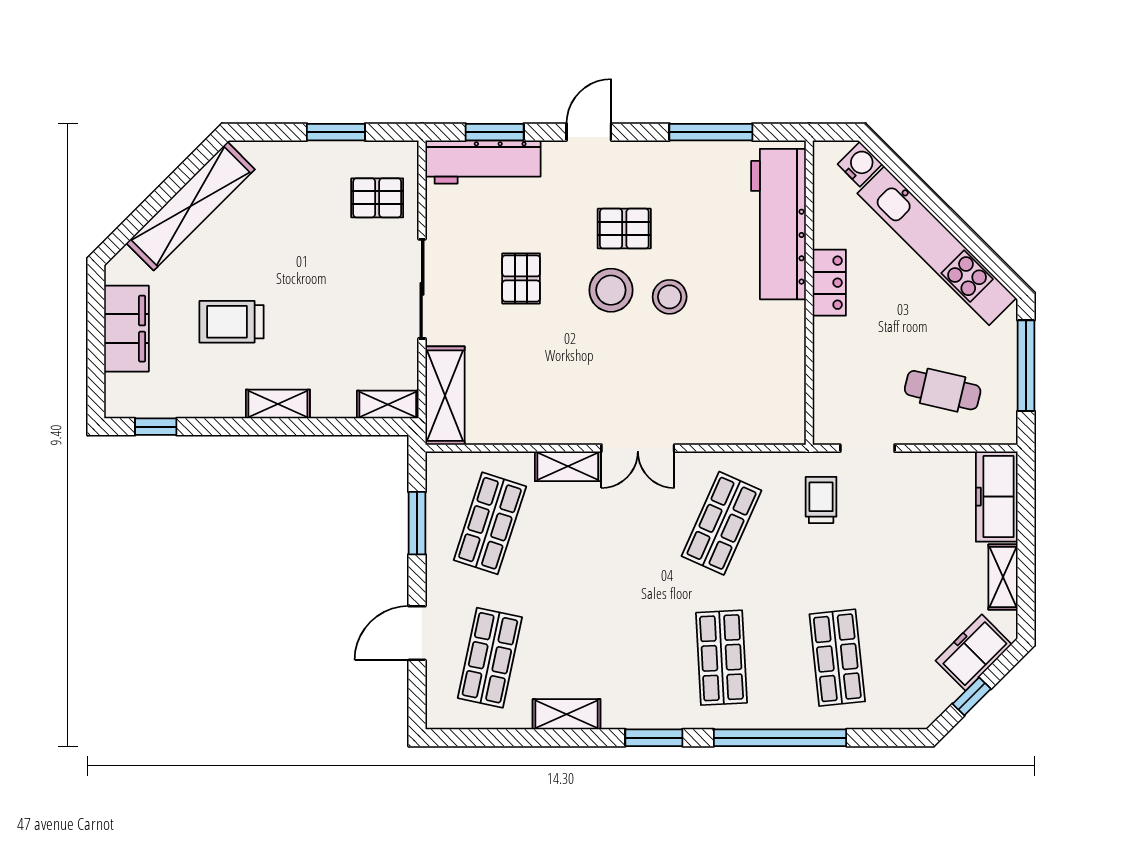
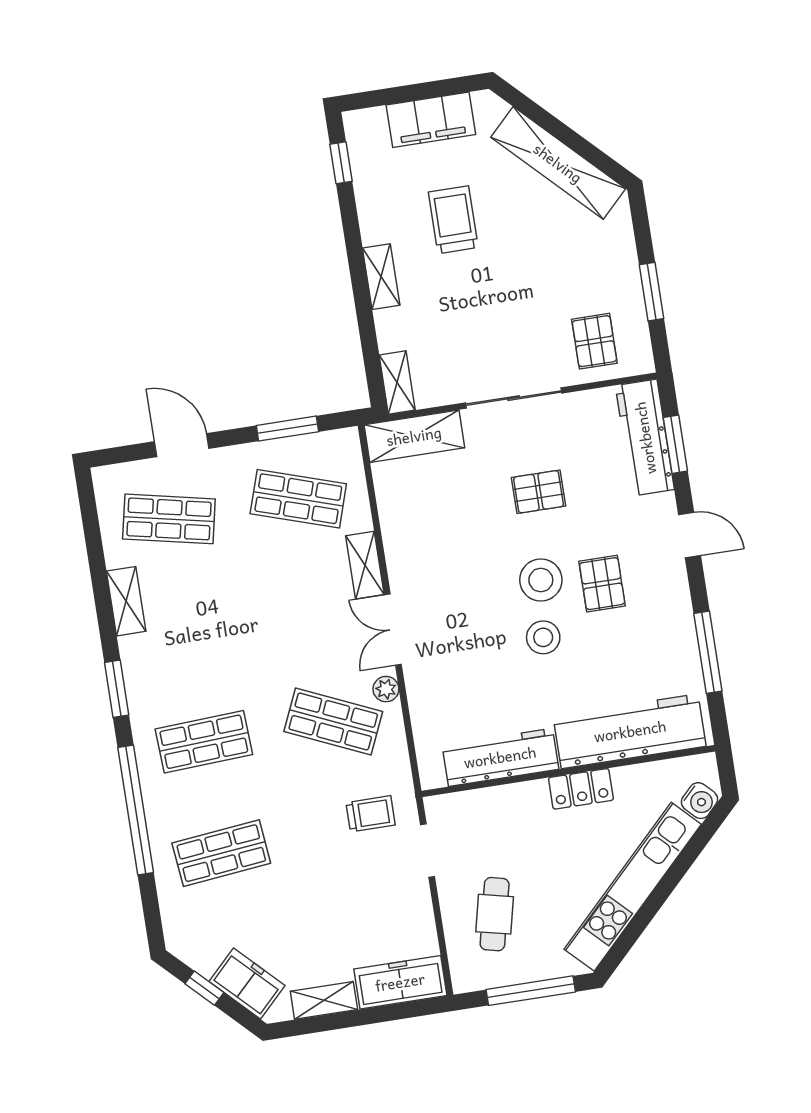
workbench: (784, 359) -> (500, 757), added
plant: (697, 465) -> (386, 689), added

